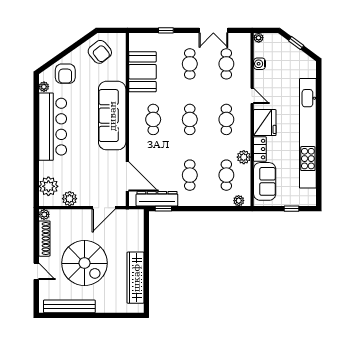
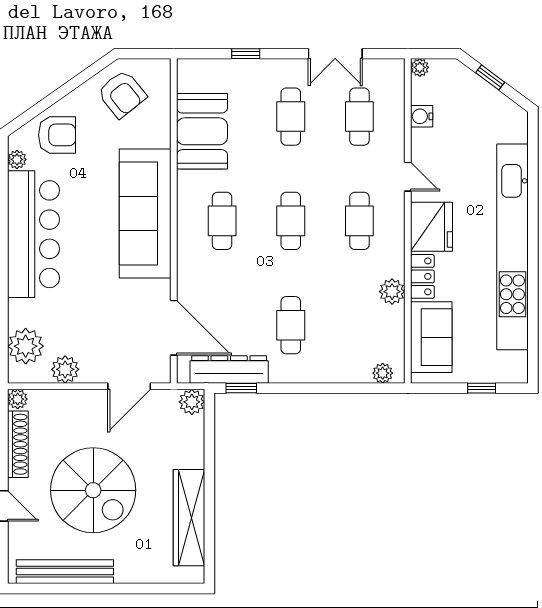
armchair: (65, 74) -> (57, 135), turned -90
cafe table: (226, 175) -> (359, 325), removed
plant: (137, 216) -> (192, 402), added

